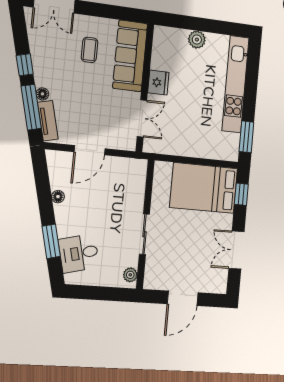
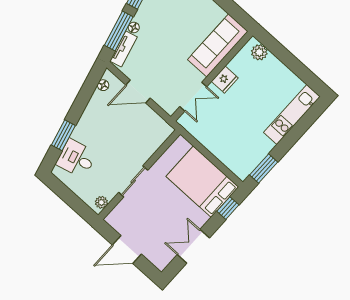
plant: (197, 40) -> (259, 52), moved
coffee table: (89, 50) -> (191, 20), removed
kitchen unit: (235, 84) -> (292, 115), width x0.73
floor lamp: (58, 197) -> (103, 85), moved

